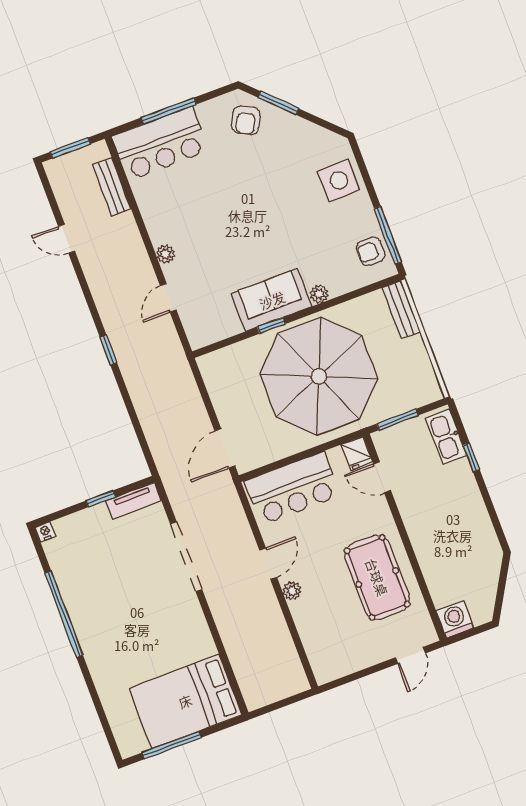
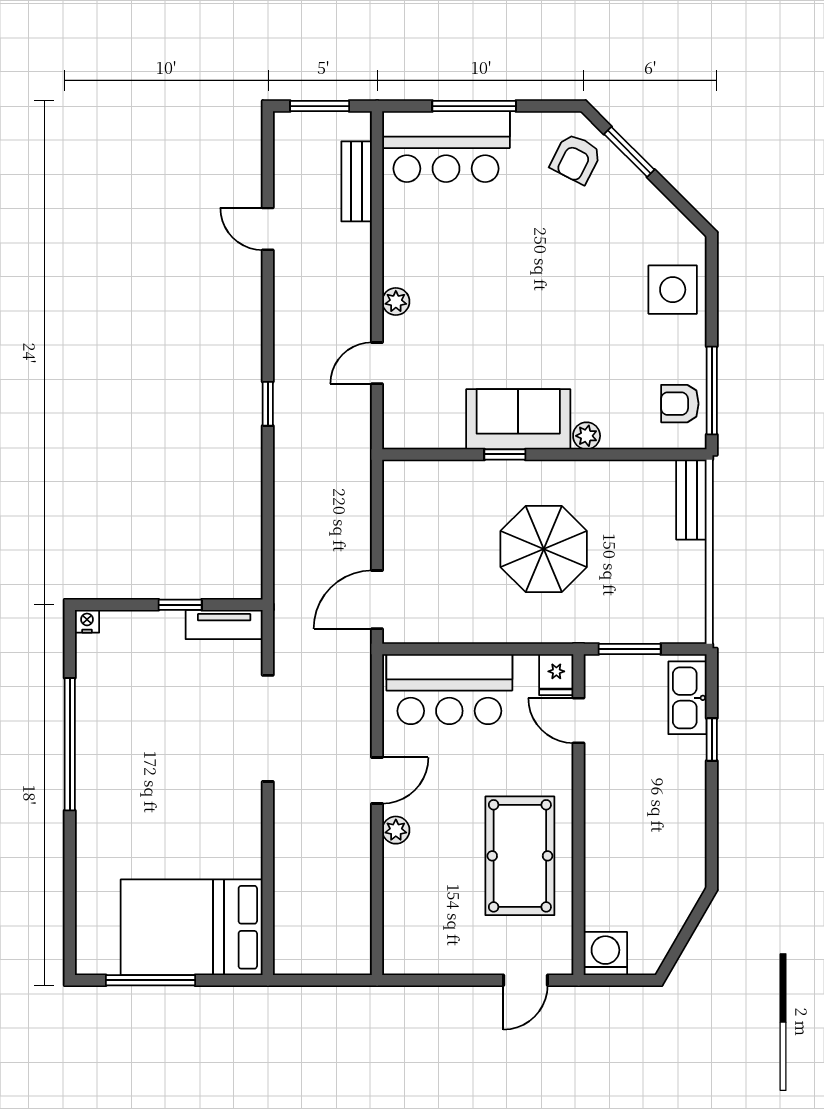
parasol: (319, 376) -> (544, 549), width x0.54, depth x0.54

